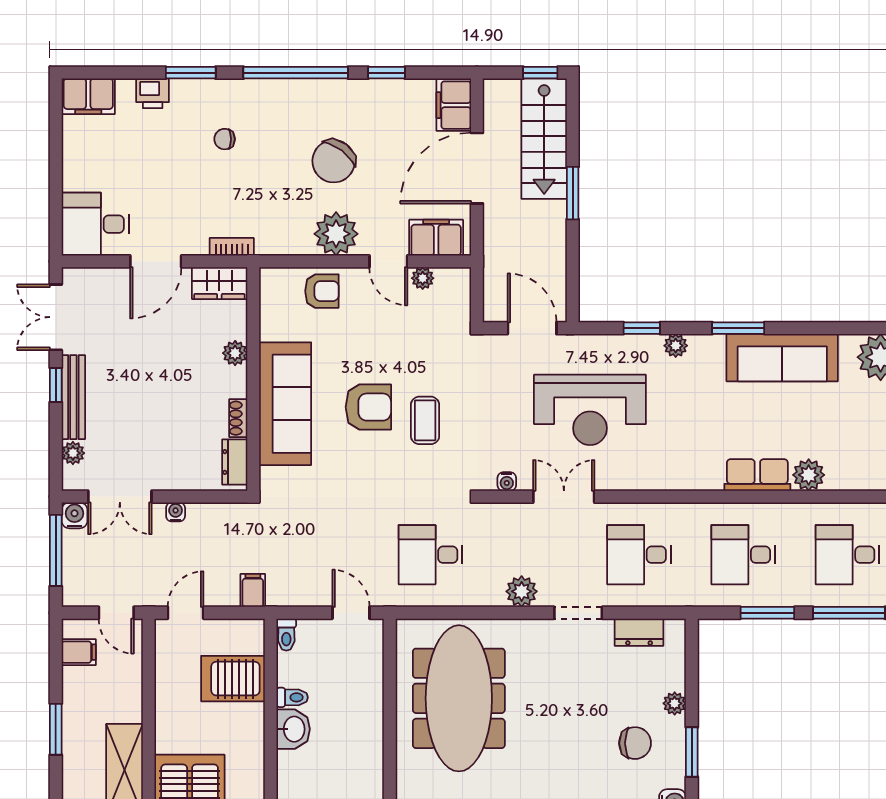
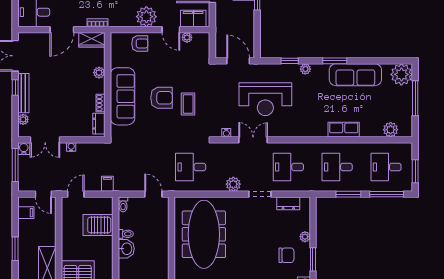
plant: (809, 475) -> (391, 130), moved

